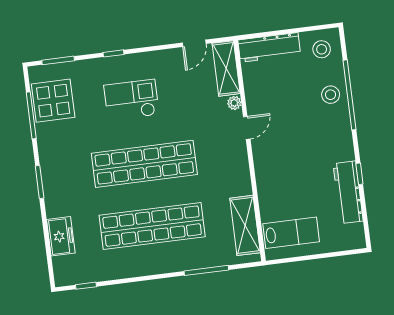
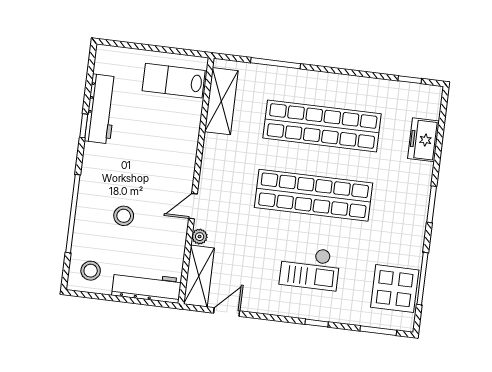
stool: (331, 95) -> (124, 216), moved

